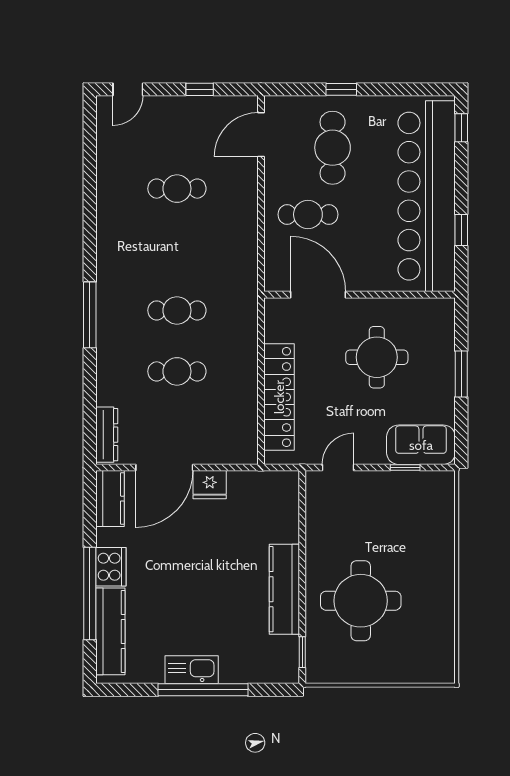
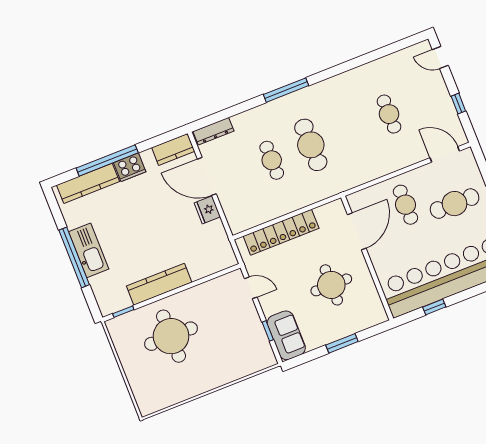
cafe table: (177, 310) -> (311, 145), width x1.37, depth x1.35
kitchen sink: (192, 670) -> (89, 250), width x1.36, depth x1.24

